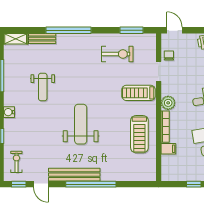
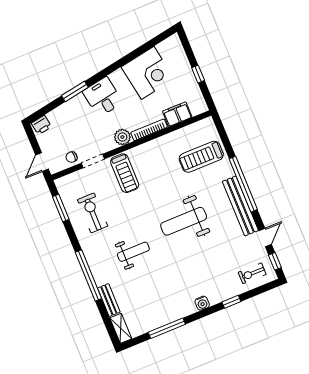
weight bench: (43, 87) -> (133, 252), moved
treadmill: (139, 134) -> (201, 157), moved, turned 180
filing cabinet: (168, 149) -> (177, 114), width x2.00

